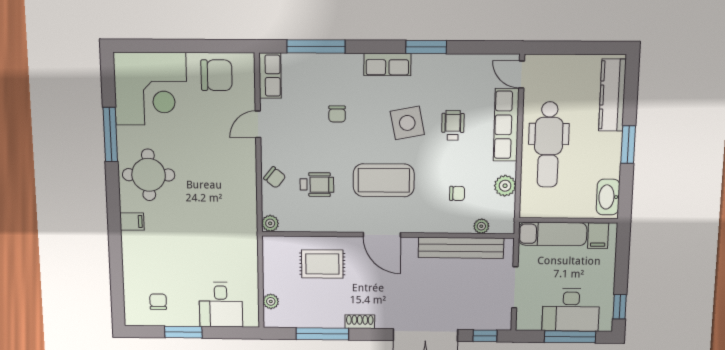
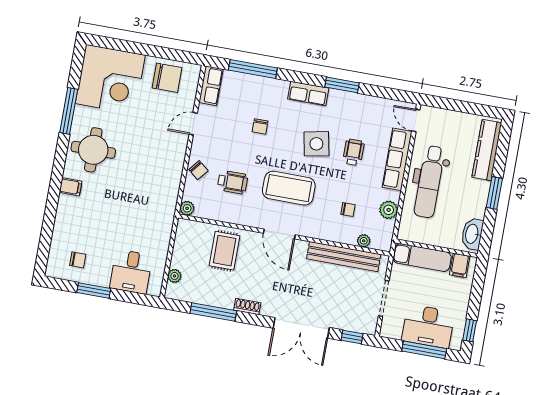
rug: (322, 264) -> (225, 251), turned 90
chair: (158, 302) -> (78, 260), turned 90

